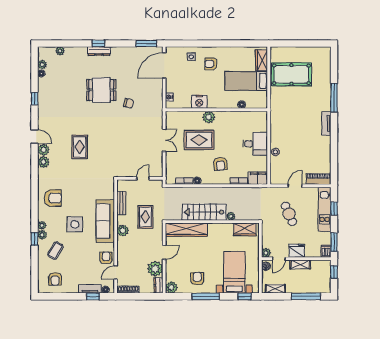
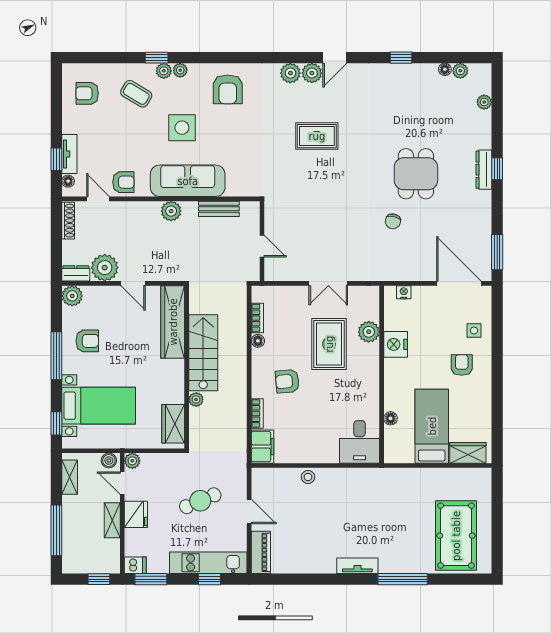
pool table: (291, 74) -> (456, 536), moved
plant: (209, 117) -> (369, 332), moved
desk: (255, 144) -> (360, 442), moved
rug: (146, 217) -> (195, 251), removed

